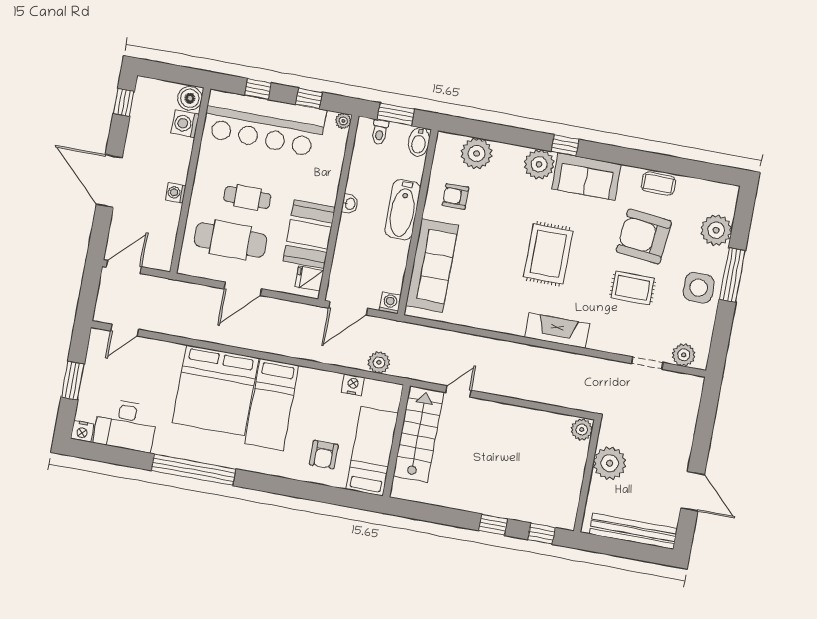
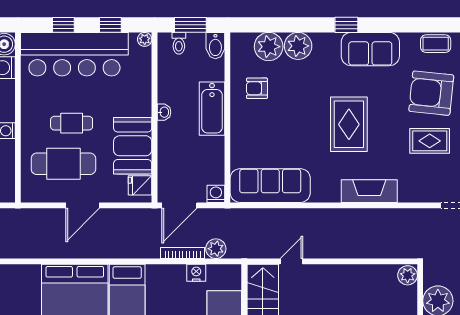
plant: (539, 164) -> (298, 46), moved
sofa: (432, 266) -> (270, 186), moved, turned -90
bookcase: (342, 361) -> (183, 253), added

